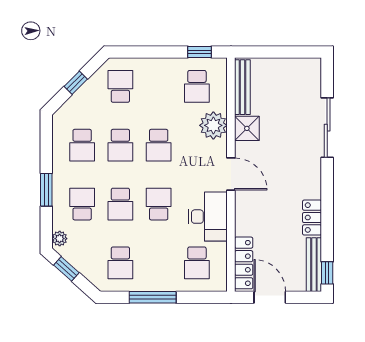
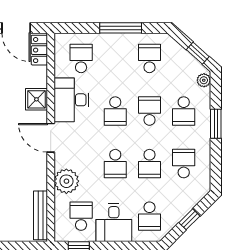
desk: (160, 79) -> (114, 223), added
shower: (247, 128) -> (36, 99), moved
school desk: (120, 145) -> (149, 164), turned 180
school desk: (159, 145) -> (115, 164), turned 180
locker: (244, 263) -> (39, 50), width x0.66

